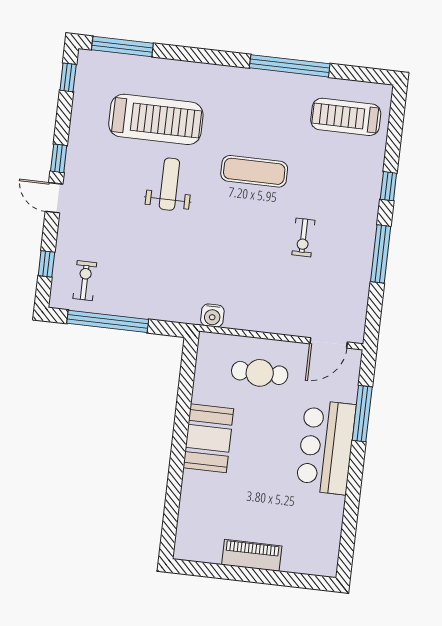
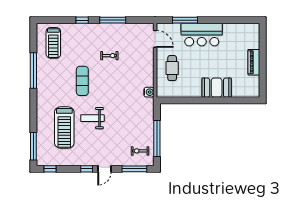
treadmill: (156, 119) -> (64, 128), turned 180
window: (46, 264) -> (134, 169), width x2.17
booth: (208, 438) -> (217, 88), moved

